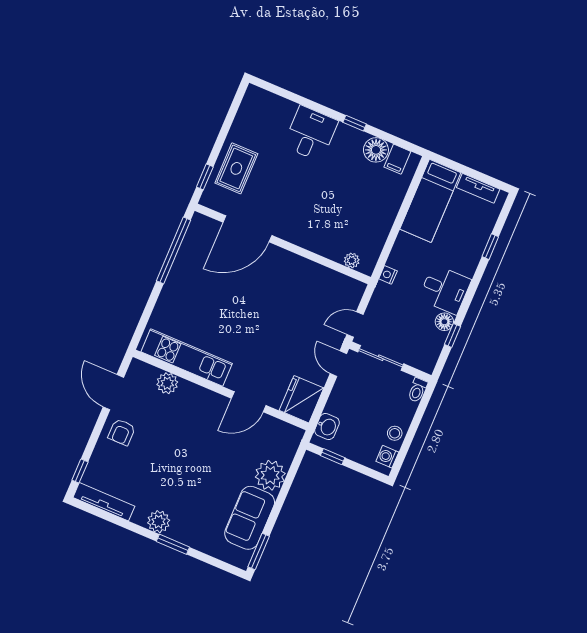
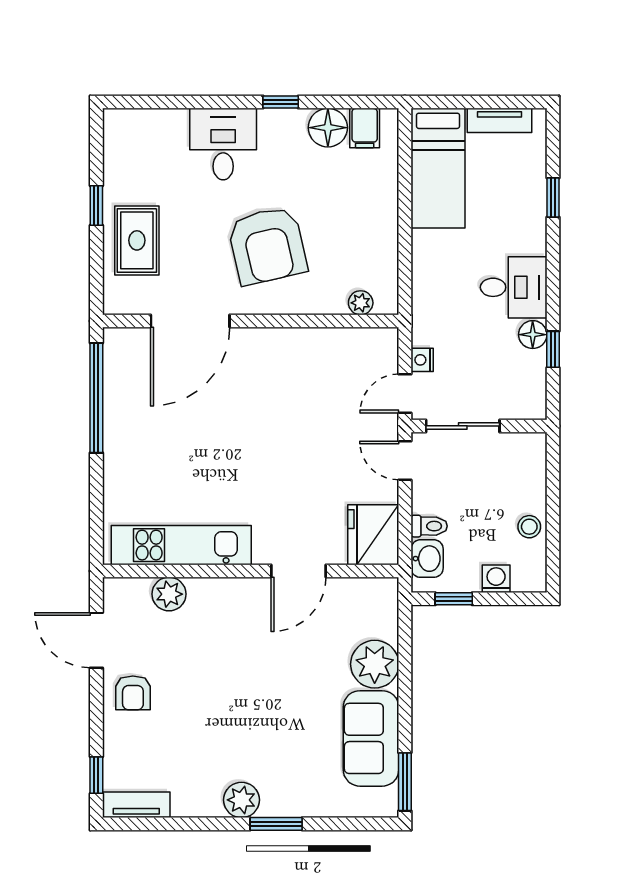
window: (205, 177) -> (96, 205), moved
armchair: (311, 204) -> (267, 245), added
nightstand: (388, 275) -> (422, 360), moved
toilet: (417, 390) -> (429, 526), moved, turned -90
washing machine: (387, 457) -> (496, 579), moved, turned 90
tv unit: (104, 502) -> (136, 805), width x0.71

